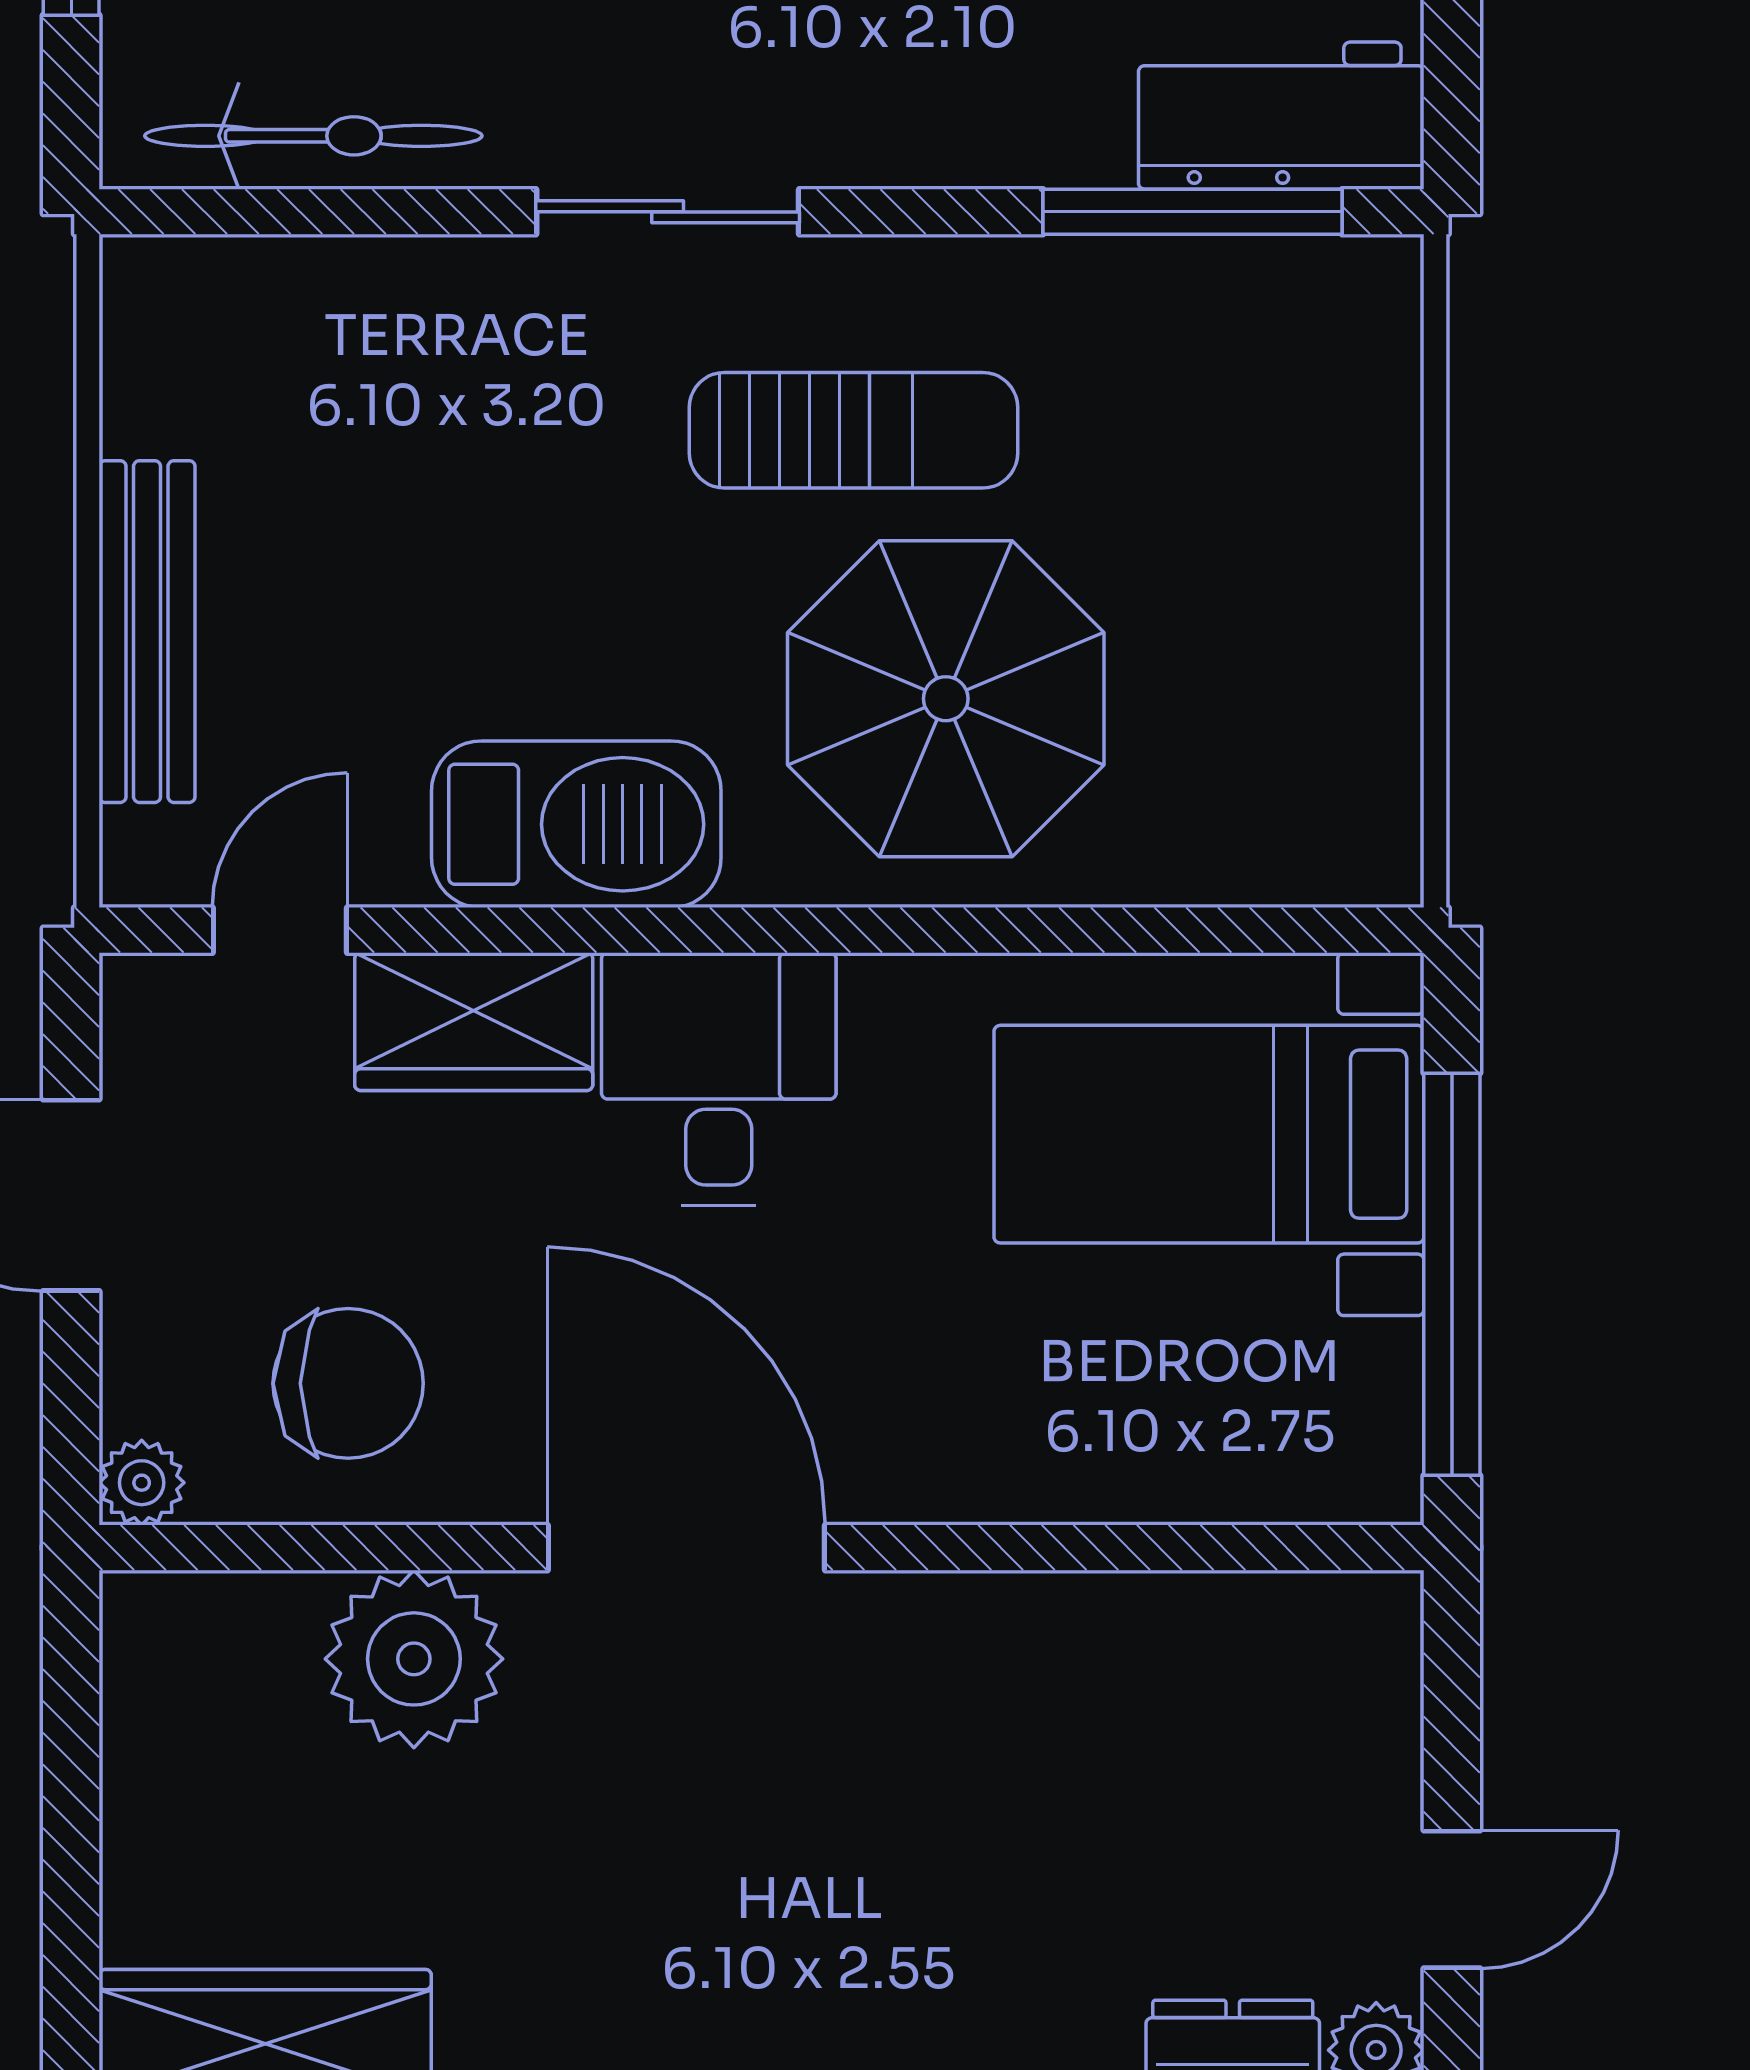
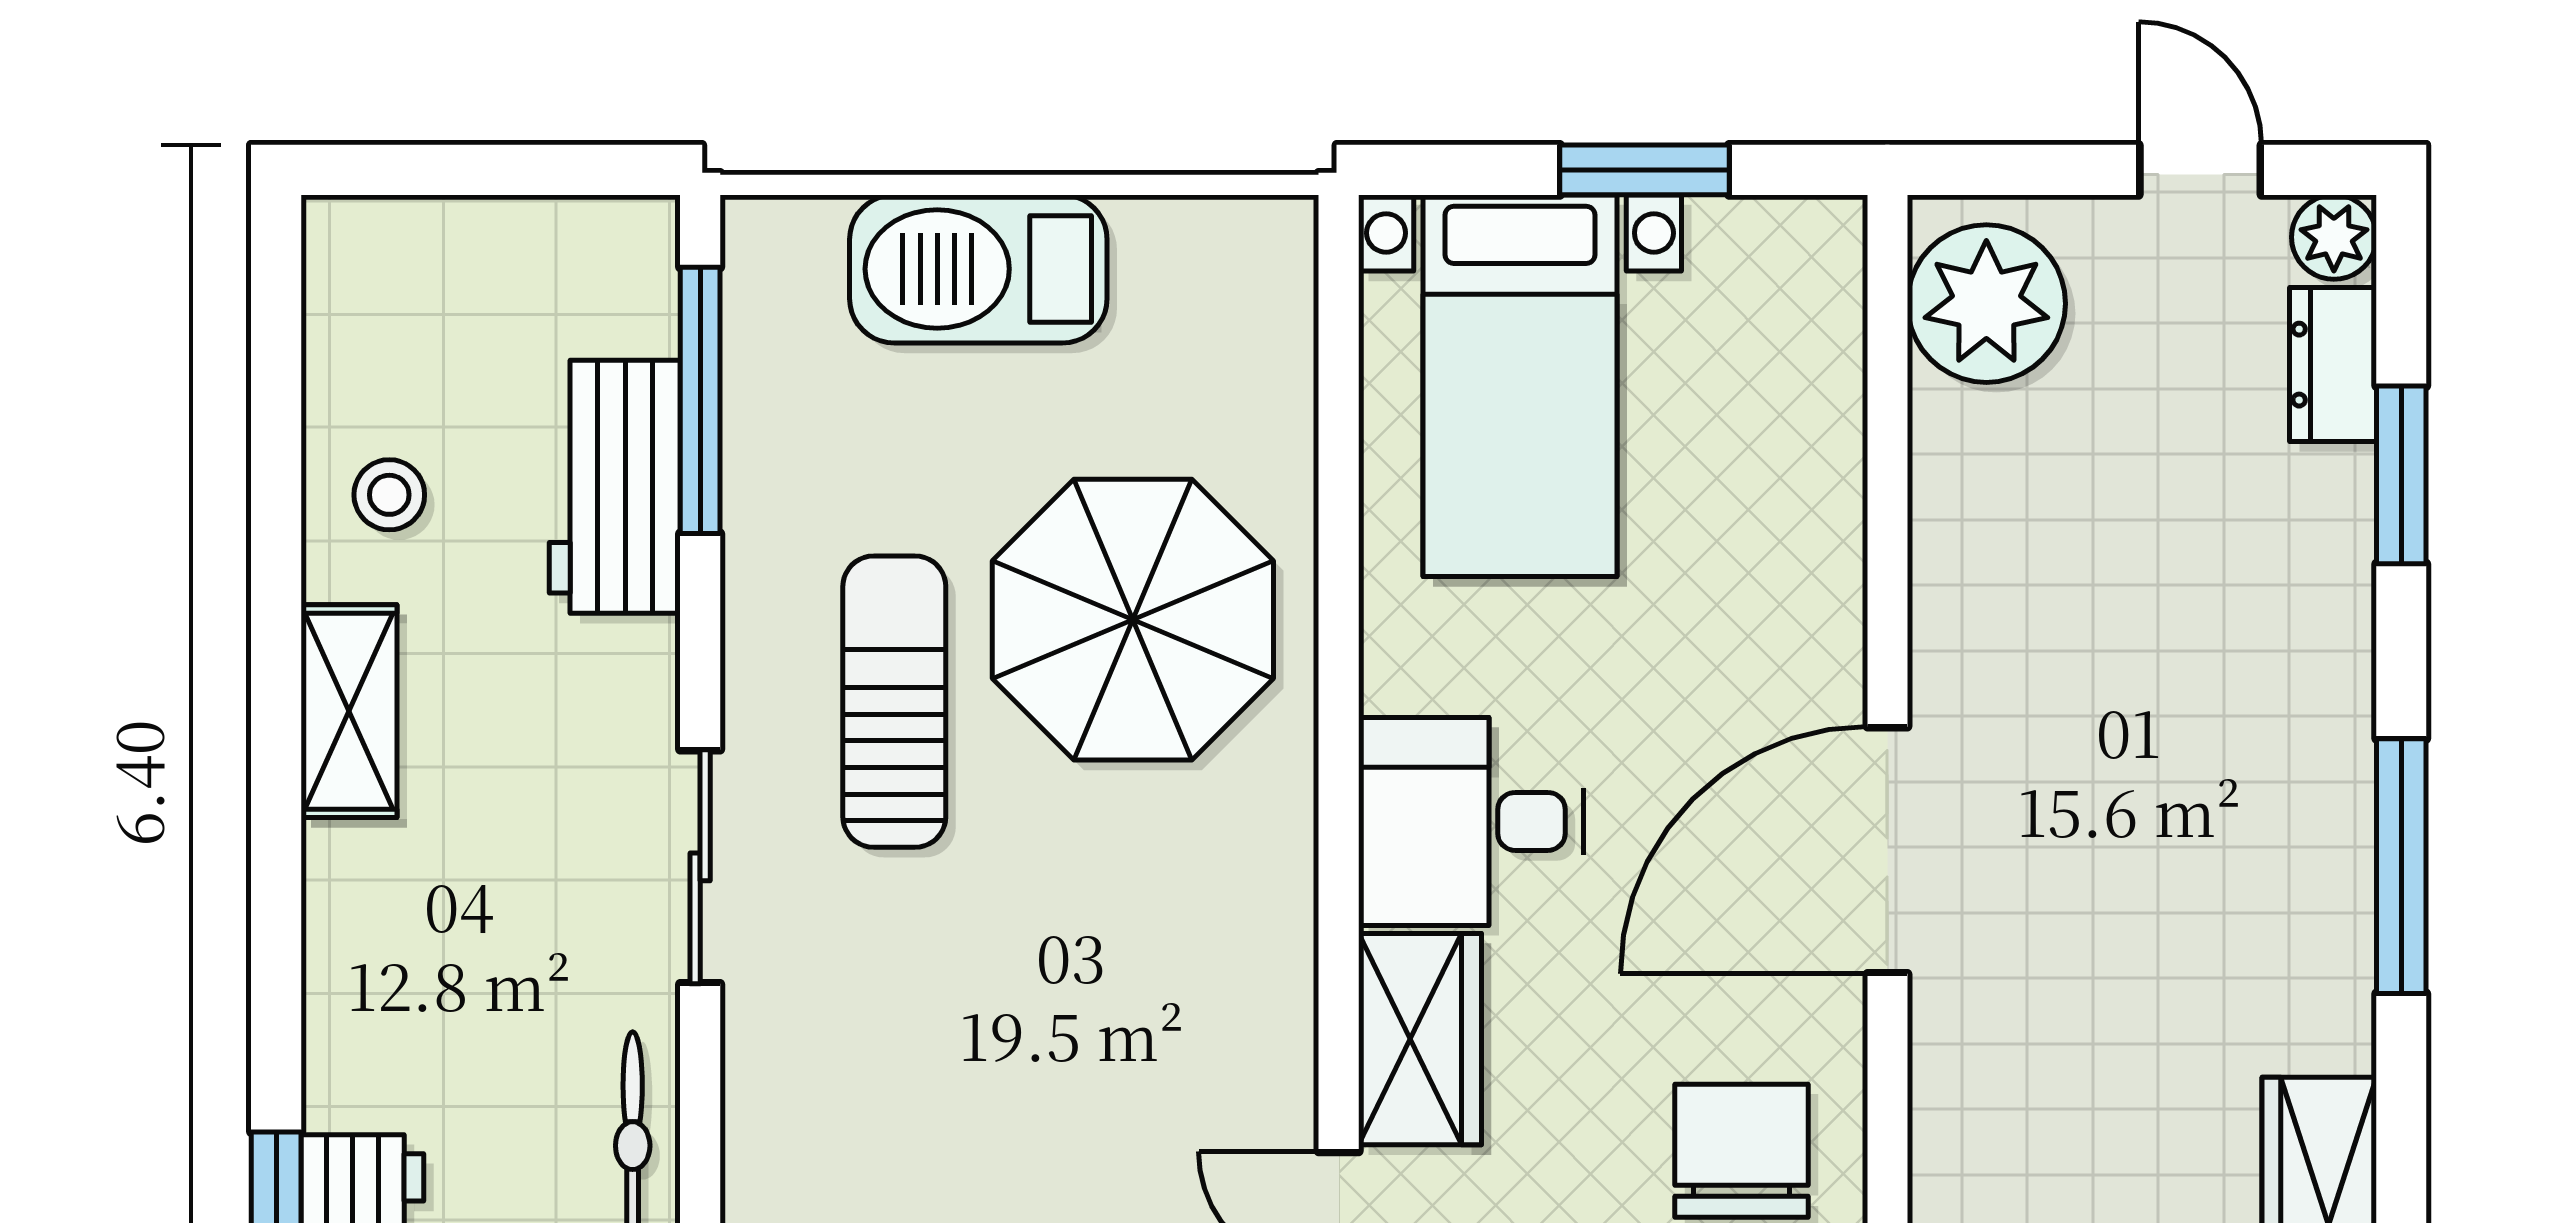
workbench: (1281, 116) -> (615, 487), moved
barbecue: (576, 824) -> (978, 269), moved, turned -90
window: (1452, 1274) -> (1645, 170), width x0.47
plant: (414, 1659) -> (1986, 304), moved

